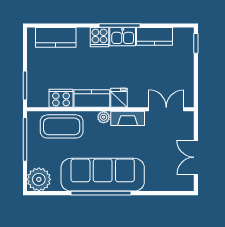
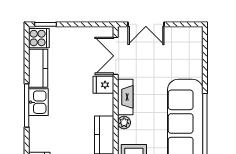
cooker: (99, 37) -> (39, 38), moved
fridge: (119, 98) -> (103, 85), moved
double door: (196, 157) -> (146, 24), moved

